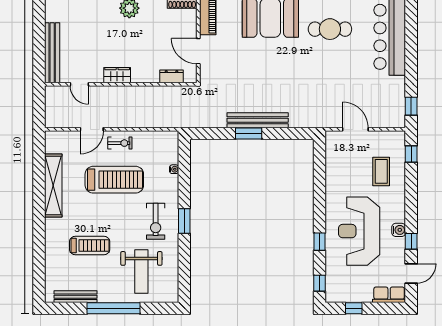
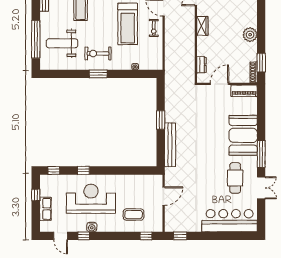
bench: (258, 120) -> (170, 145), moved
row of seats: (389, 295) -> (45, 209), moved
window: (114, 308) -> (36, 39), moved

